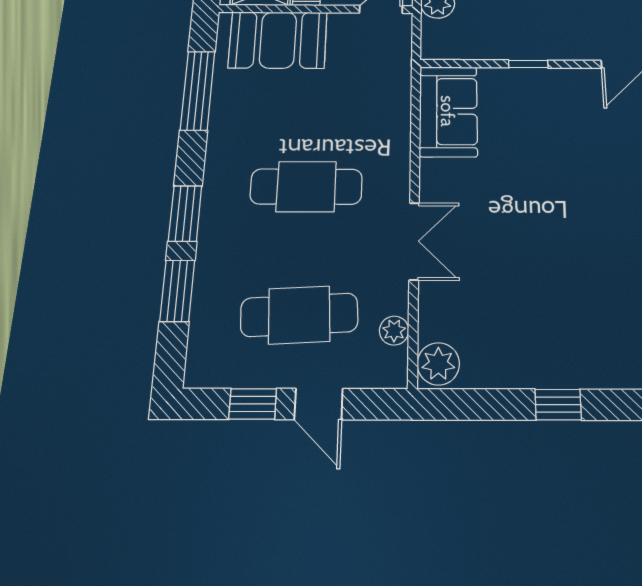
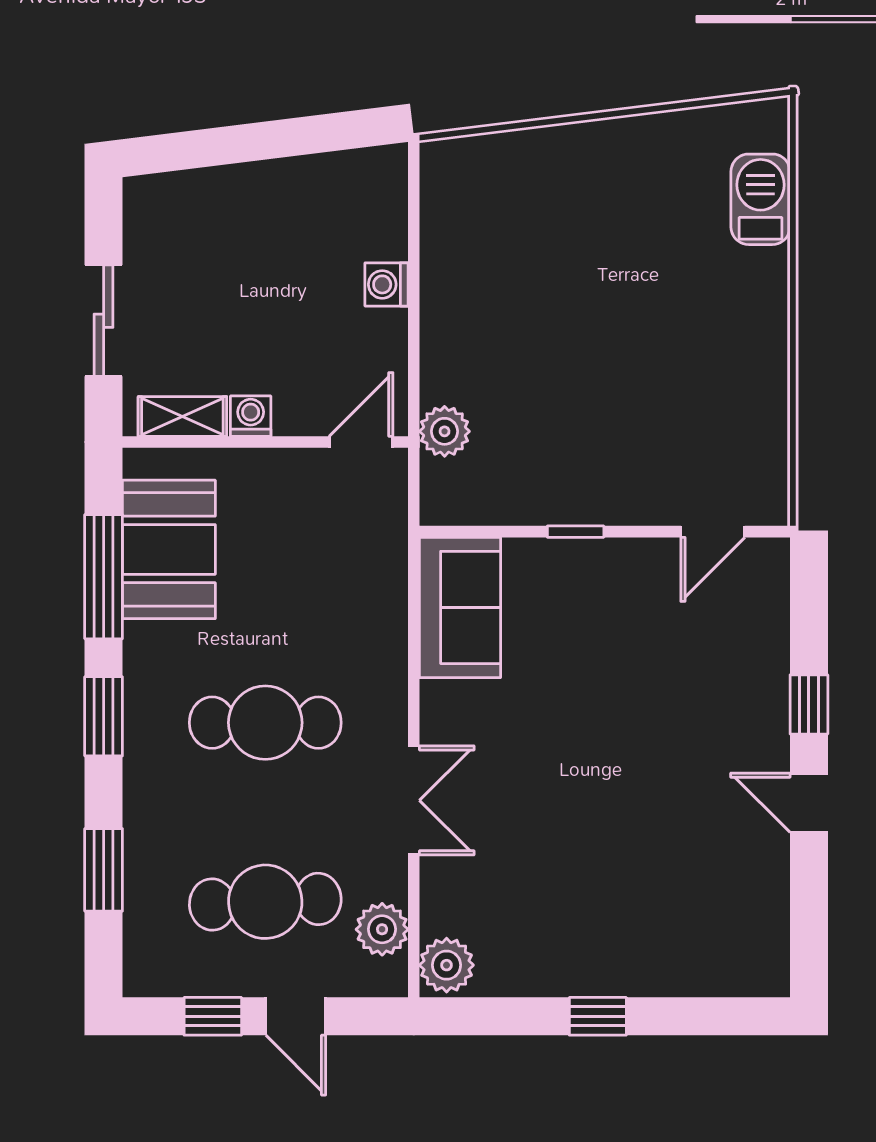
booth: (278, 40) -> (169, 549), moved, turned 90
window: (185, 214) -> (104, 716), moved
plant: (394, 331) -> (382, 929), width x1.38, depth x1.38

